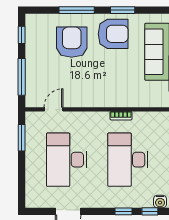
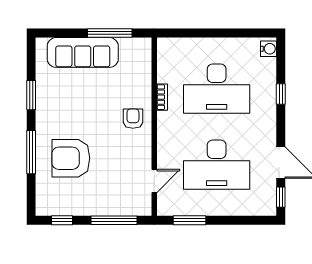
armchair: (113, 34) -> (133, 119), moved, width x0.53, depth x0.53
door: (53, 109) -> (154, 181), swing flipped
window: (150, 211) -> (281, 197), moved

